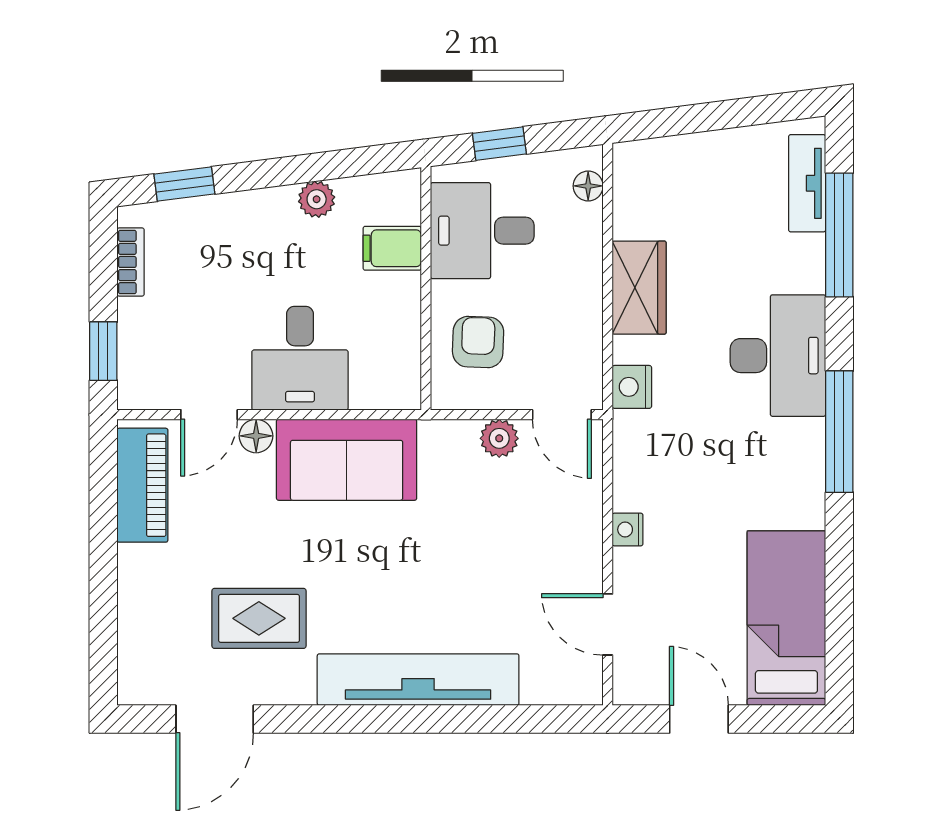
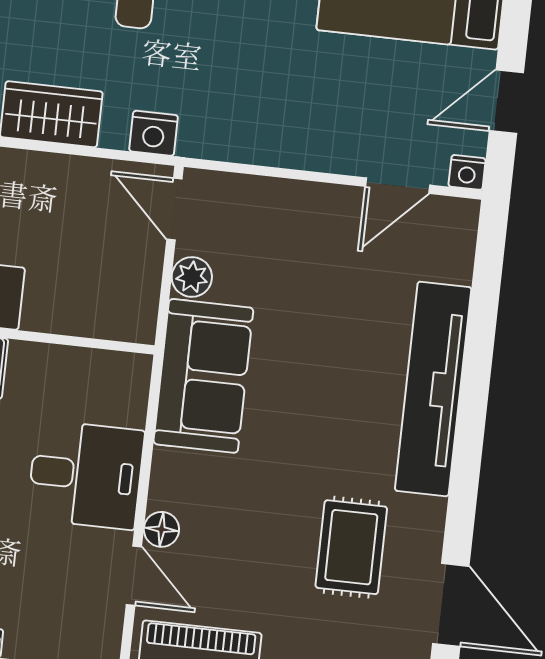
armchair: (478, 342) -> (89, 288), removed
door: (562, 415) -> (174, 209), swing flipped
sofa: (347, 460) -> (203, 376), moved
nightstand: (628, 530) -> (467, 172), moved

